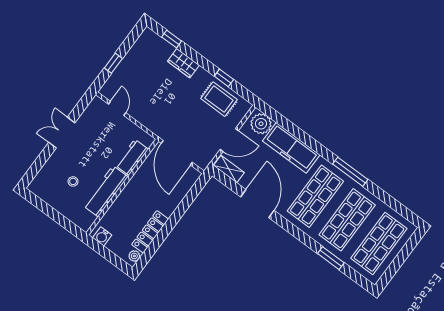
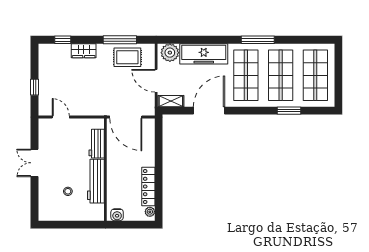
window: (224, 78) -> (120, 40), width x2.17
door: (229, 140) -> (156, 81), swing flipped
door: (257, 204) -> (209, 111), hinge flipped

